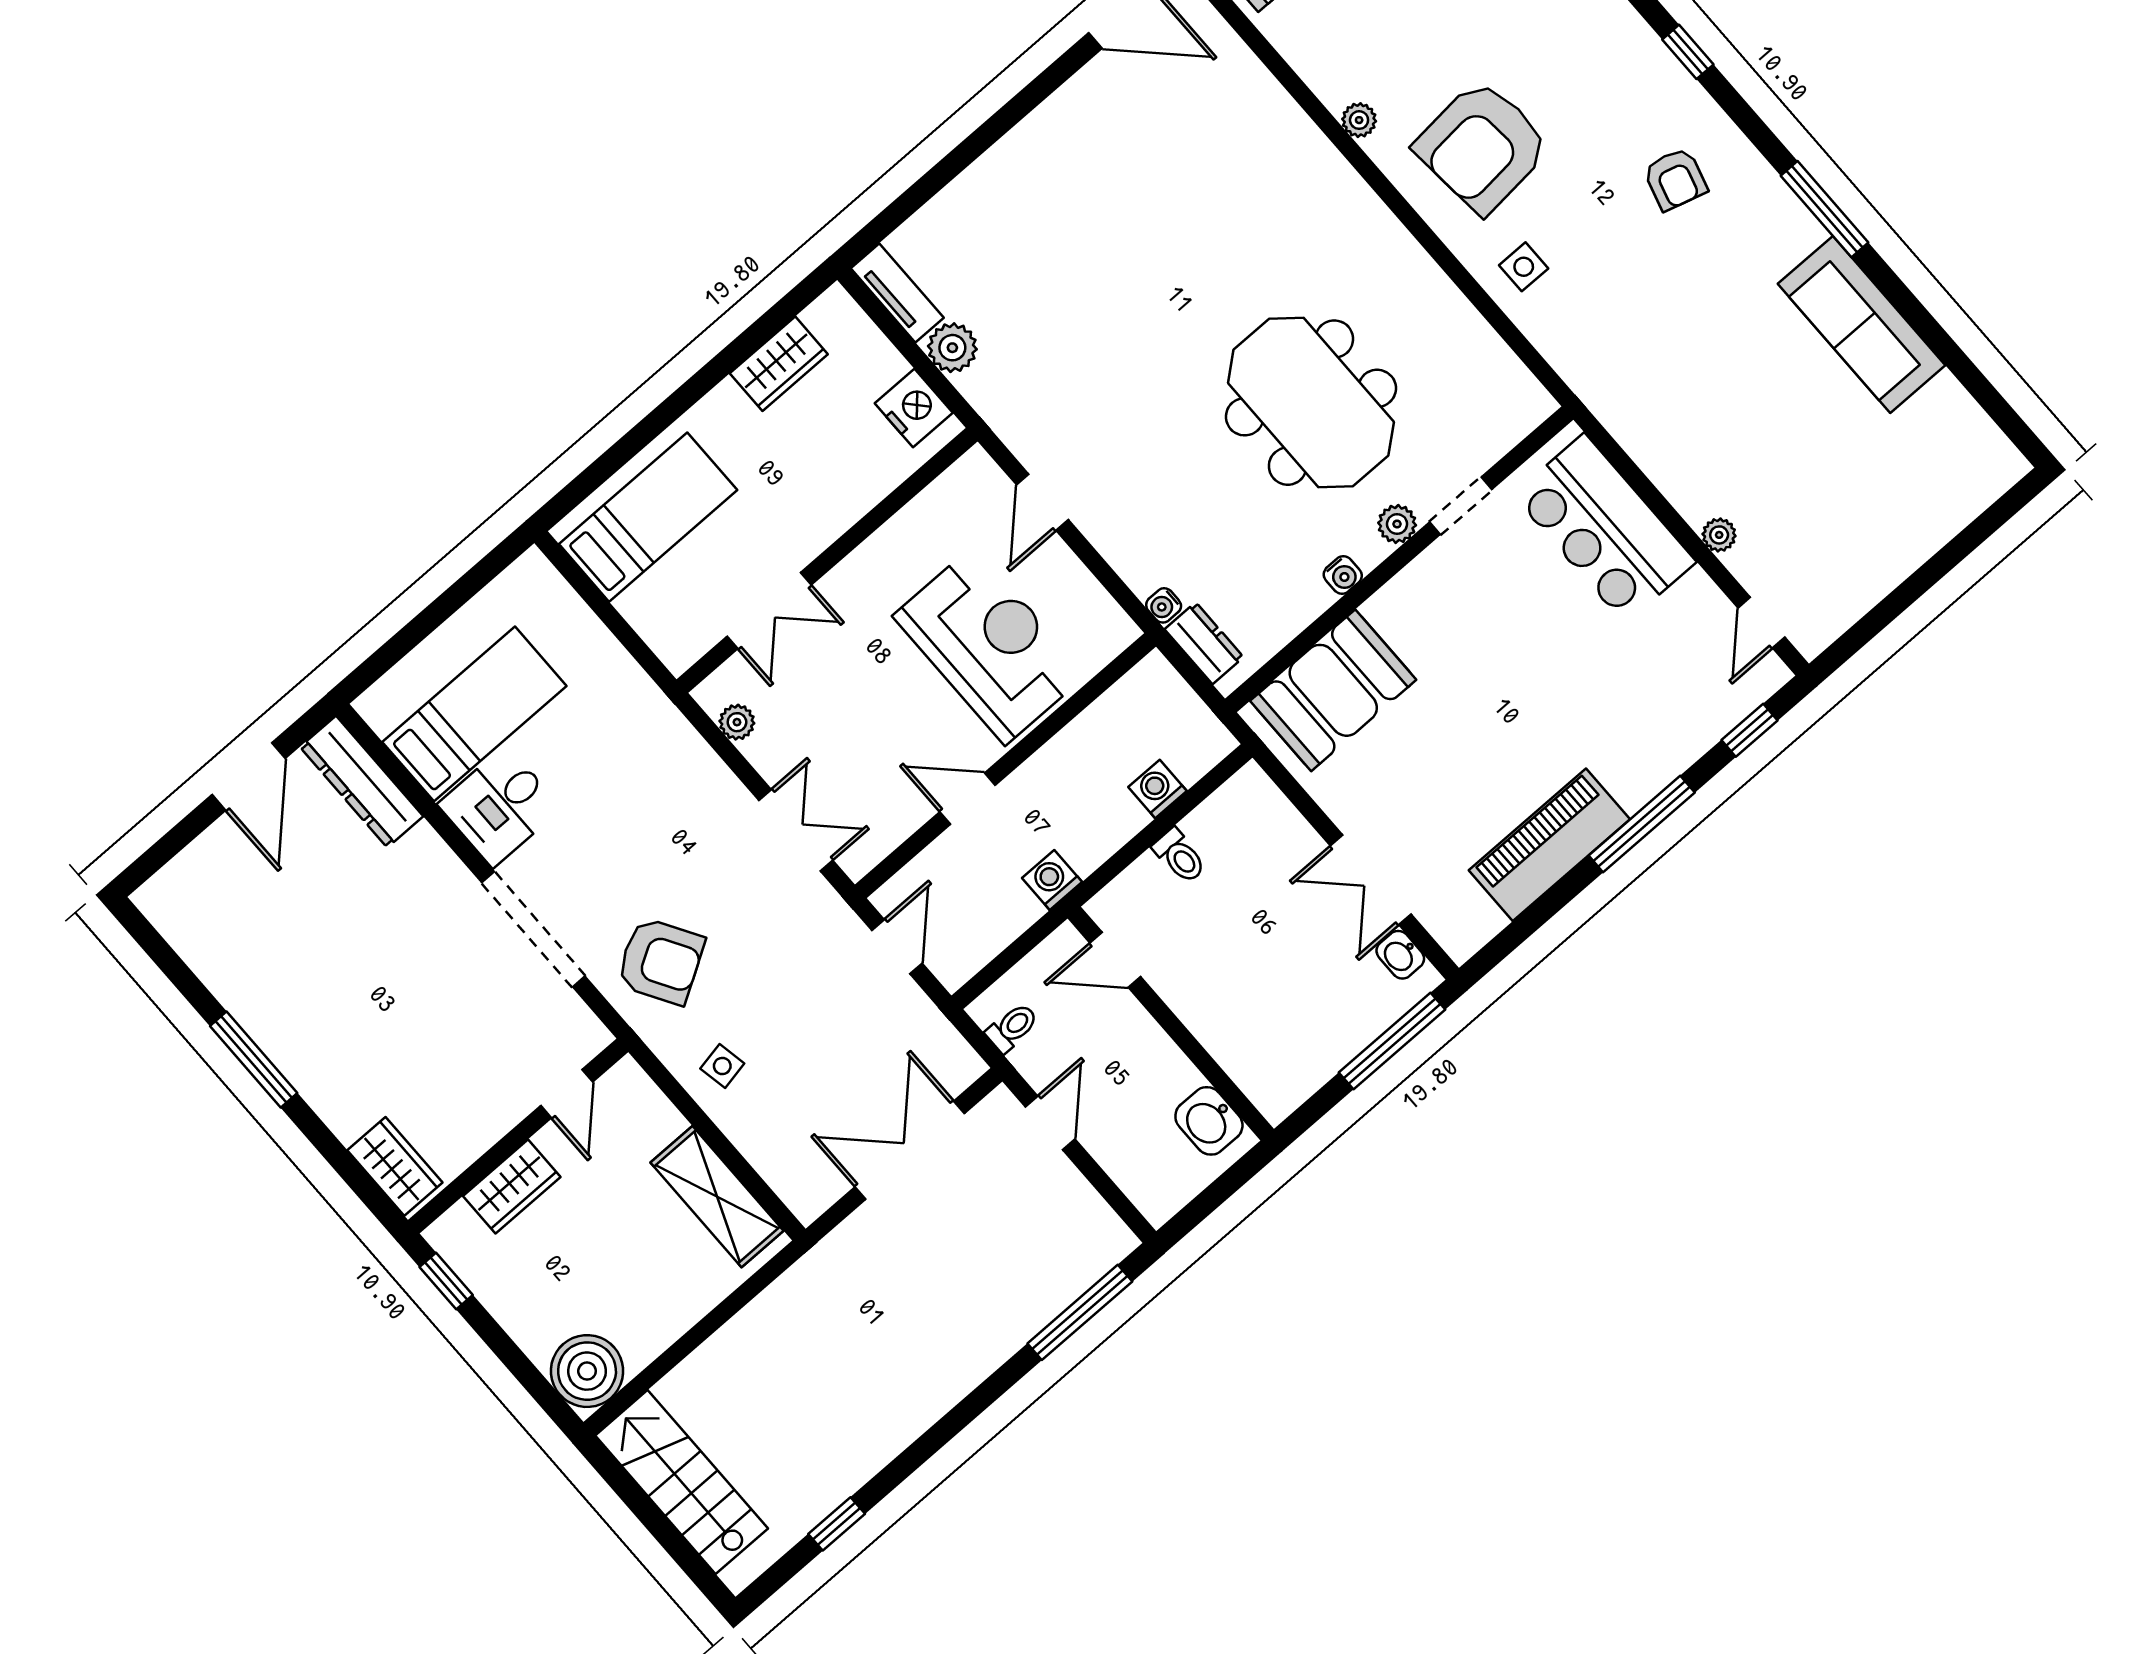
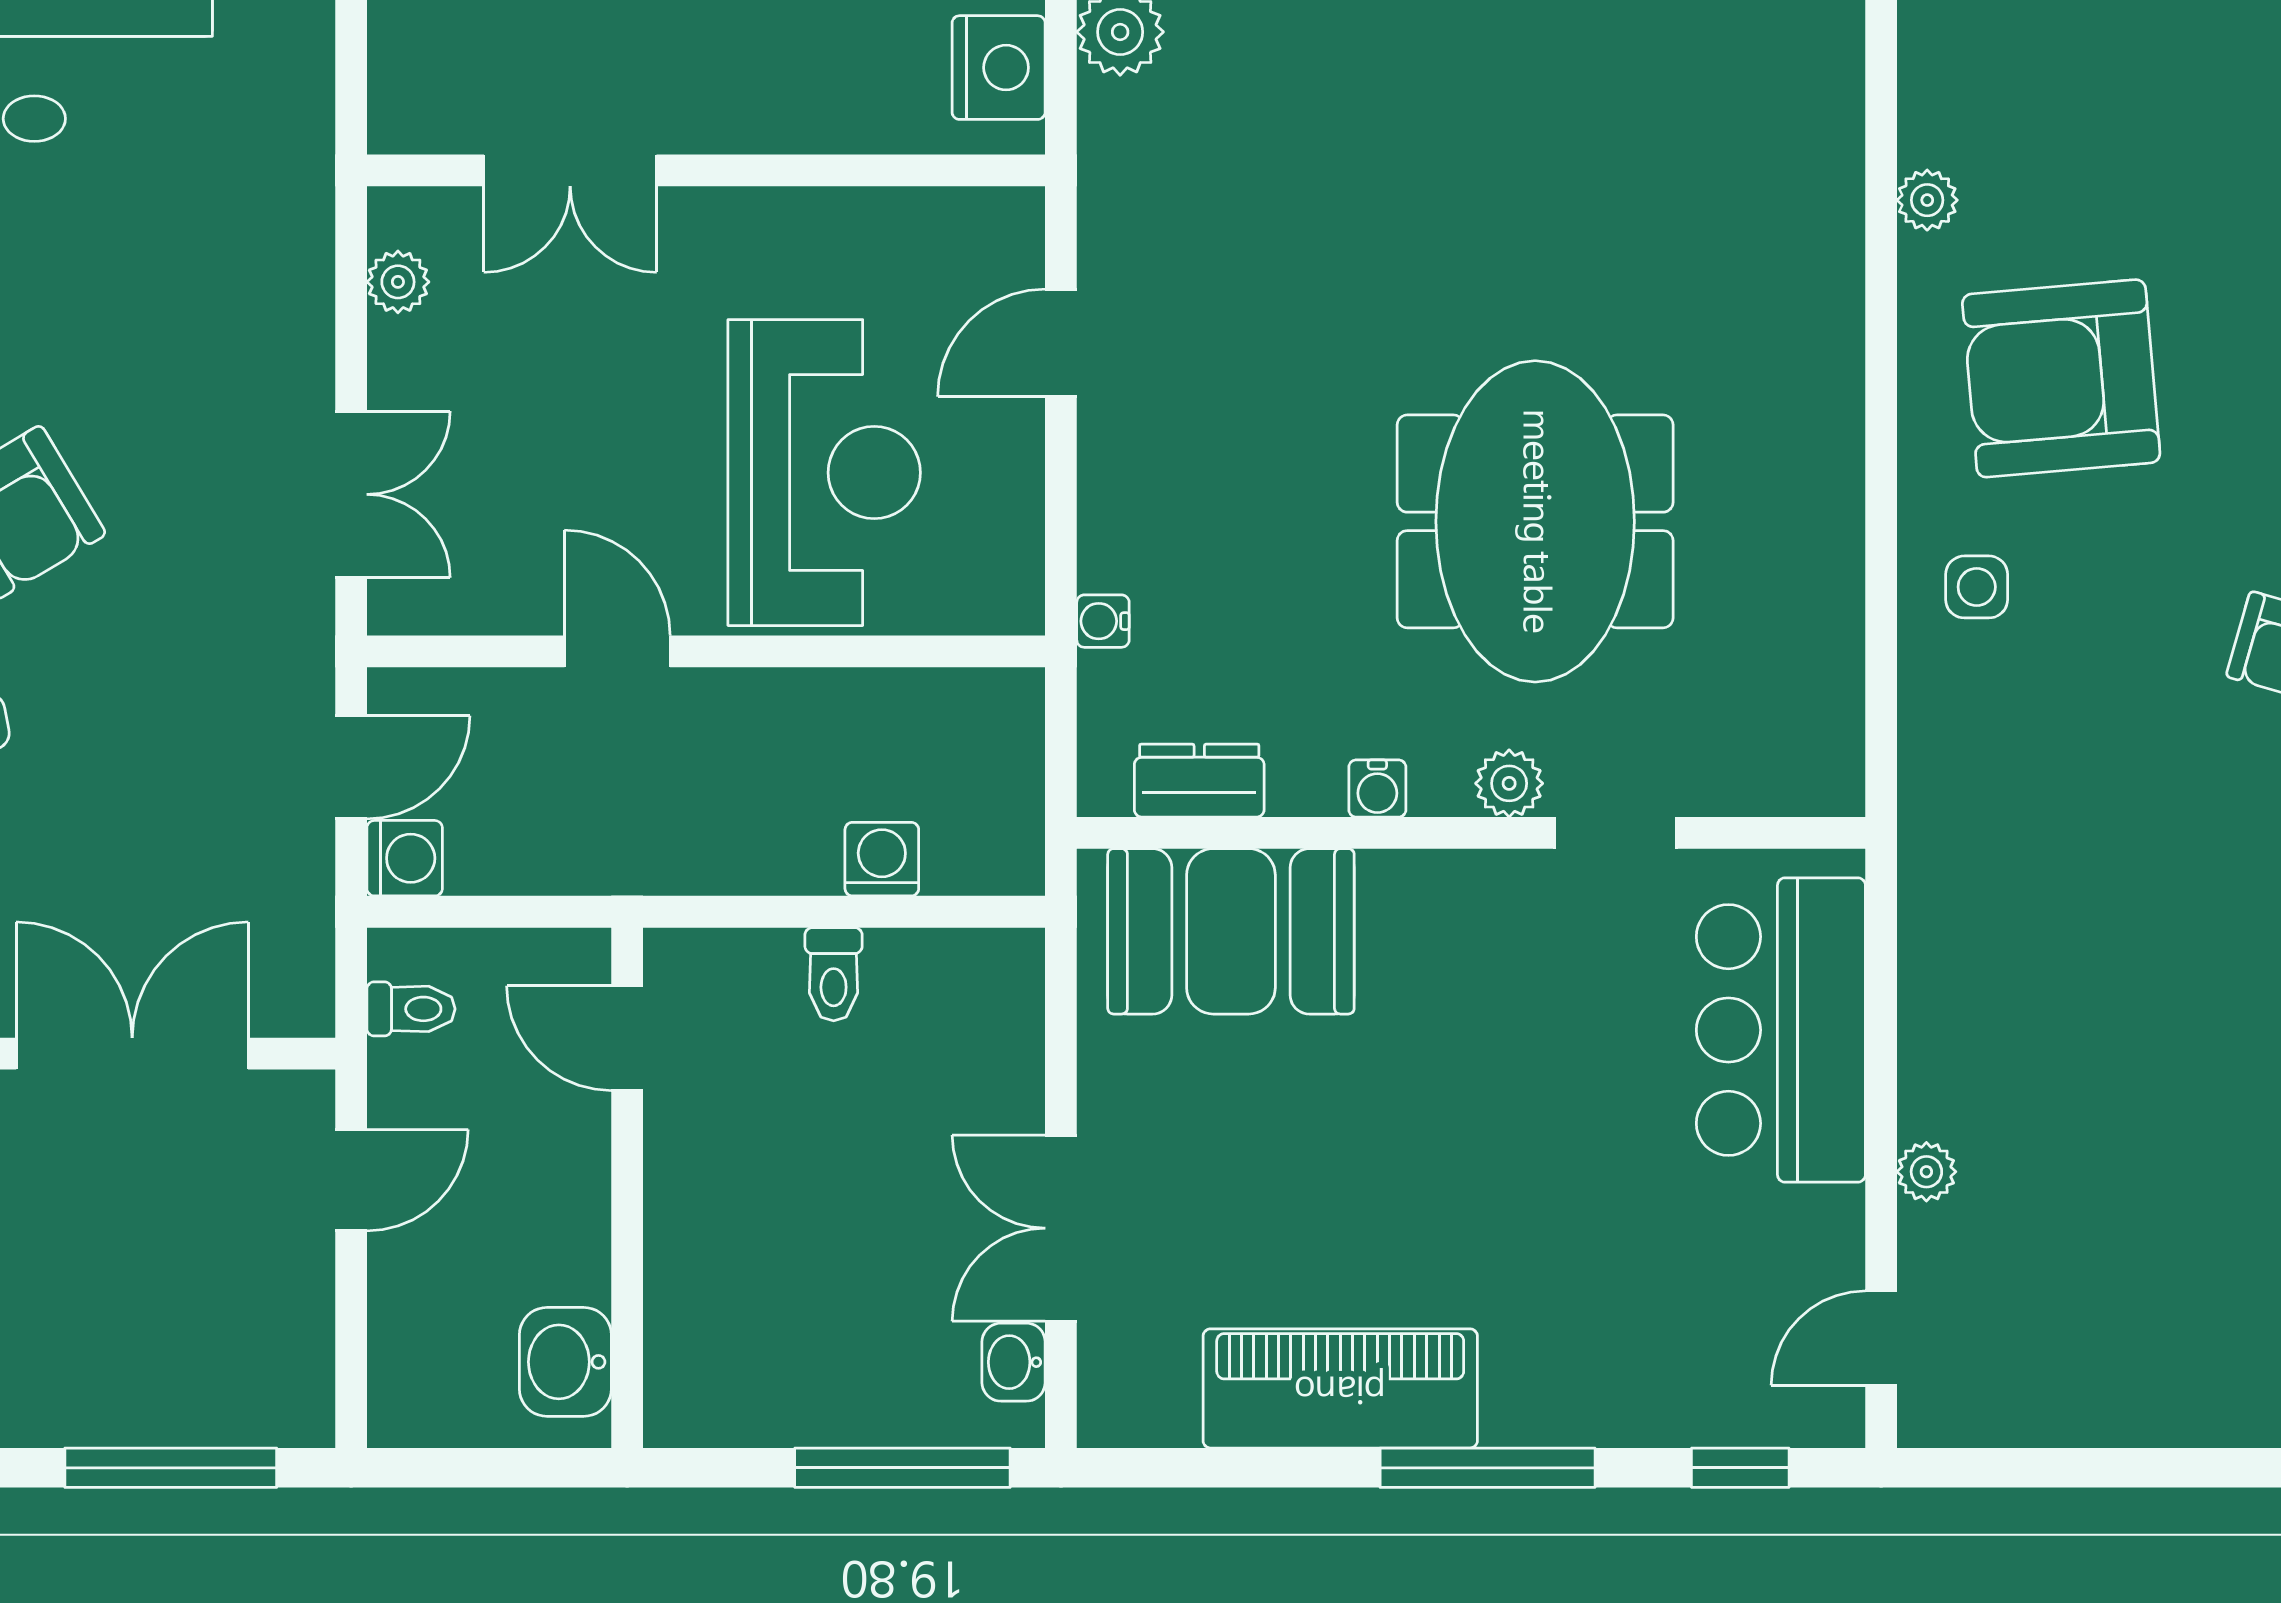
dresser: (1204, 643) -> (1199, 781), moved, turned -90
washing machine: (1052, 880) -> (405, 858), moved, turned 90

